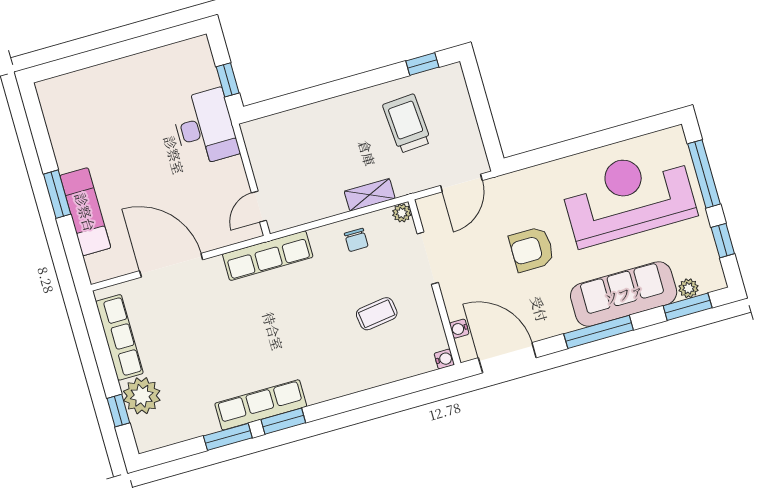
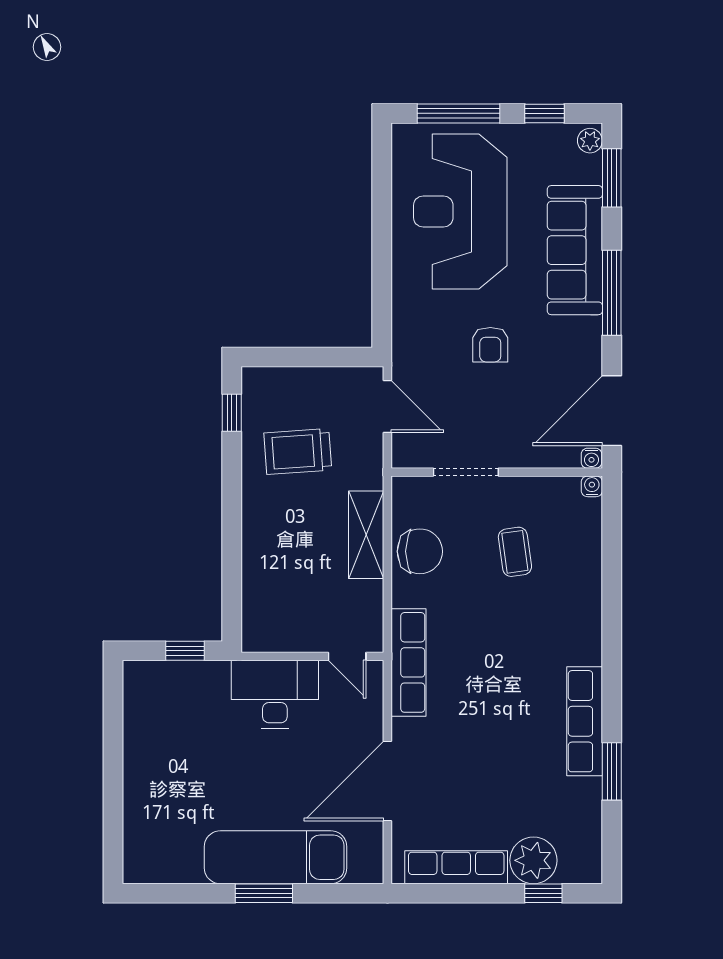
desk: (205, 127) -> (275, 694), moved
shelving: (370, 195) -> (366, 535), width x1.50, depth x1.33
exam couch: (85, 212) -> (276, 857), width x1.36, depth x1.45
plant: (402, 213) -> (403, 488), removed
chair: (356, 240) -> (420, 551), width x1.87, depth x1.87
armchair: (532, 249) -> (490, 345), width x0.72, depth x0.72
plant: (688, 288) -> (590, 141), moved
water cooler: (459, 329) -> (591, 458), moved
window: (283, 421) -> (612, 700), removed

